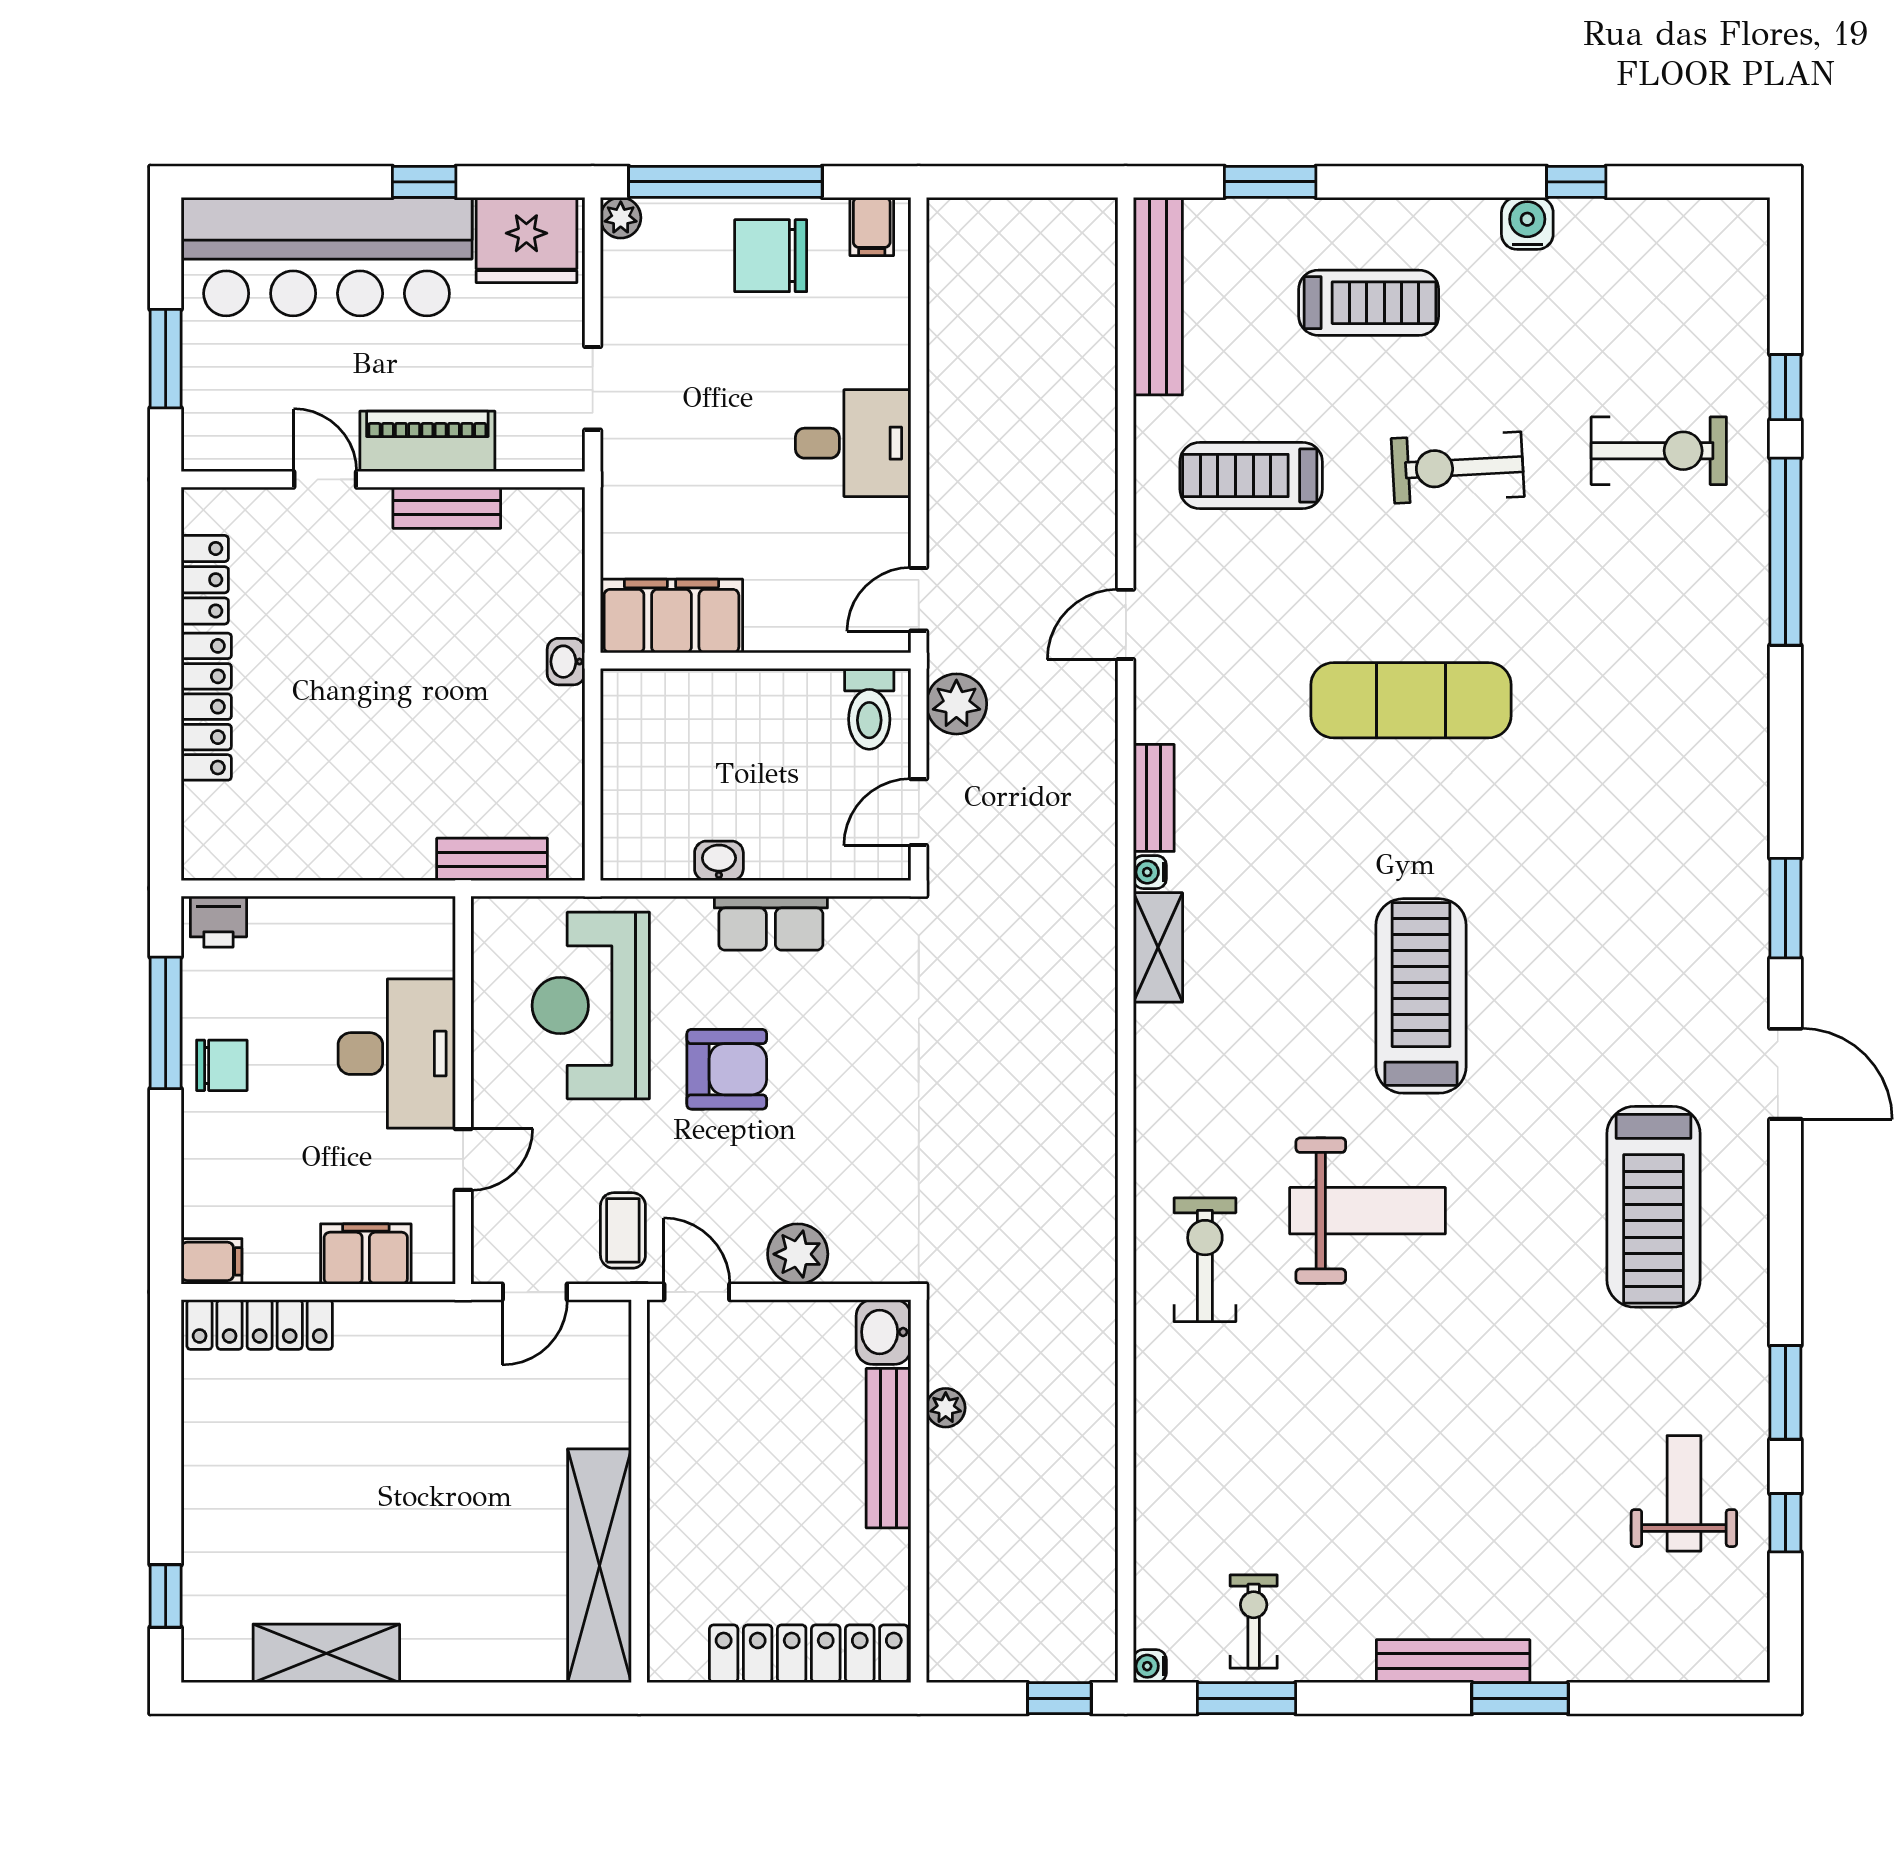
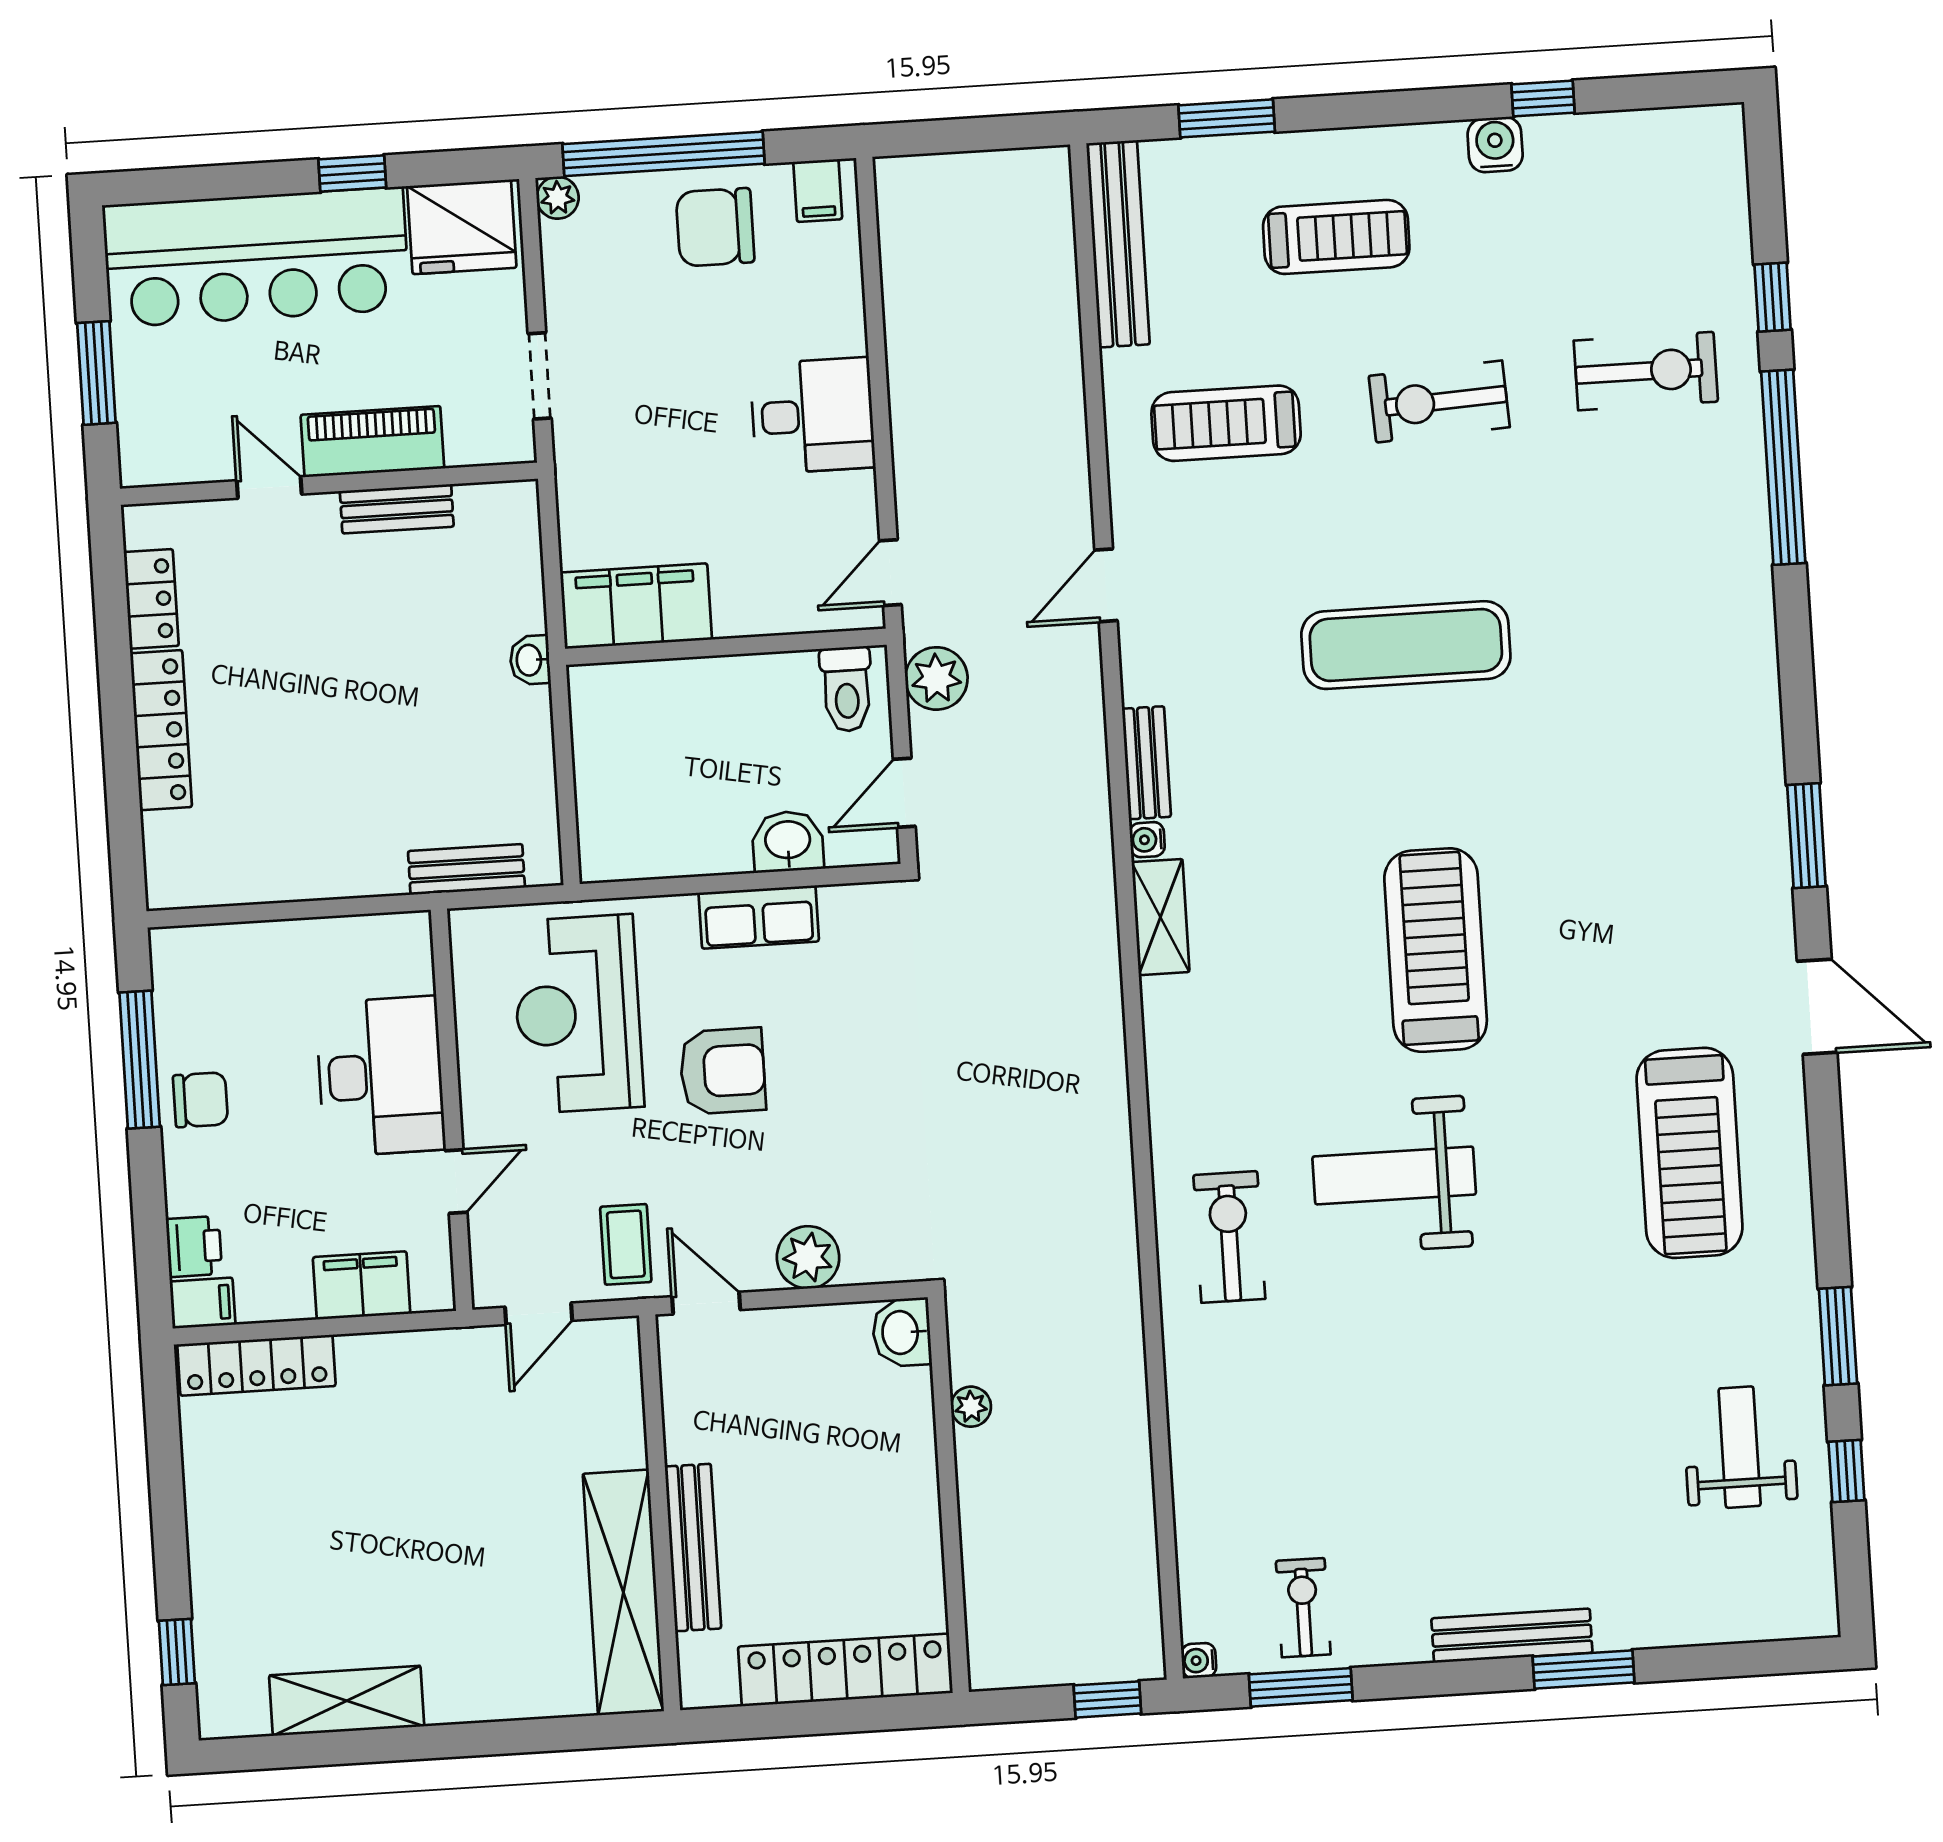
washbasin: (719, 861) -> (788, 841), moved, width x1.38, depth x1.45
printer: (218, 922) -> (194, 1247), moved, turned -90
weight bench: (1367, 1211) -> (1394, 1176), turned 180
bench: (888, 1448) -> (693, 1548), moved

